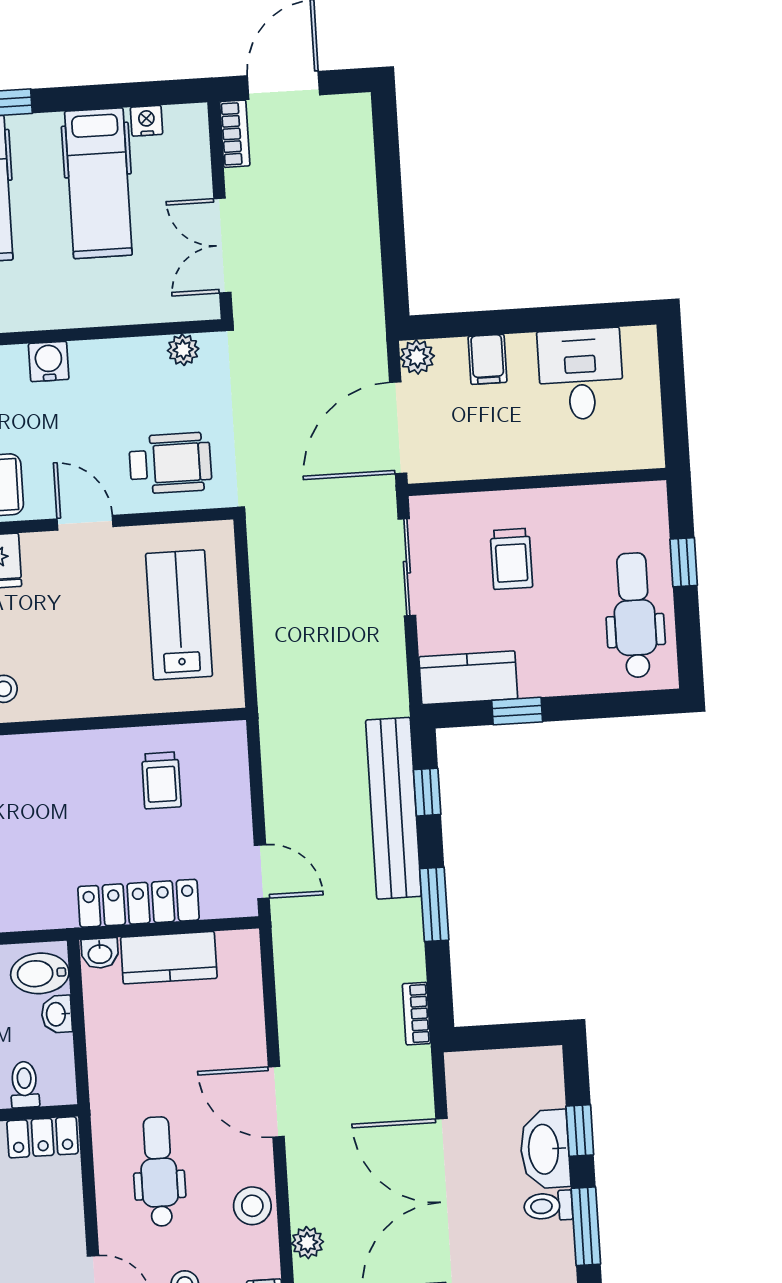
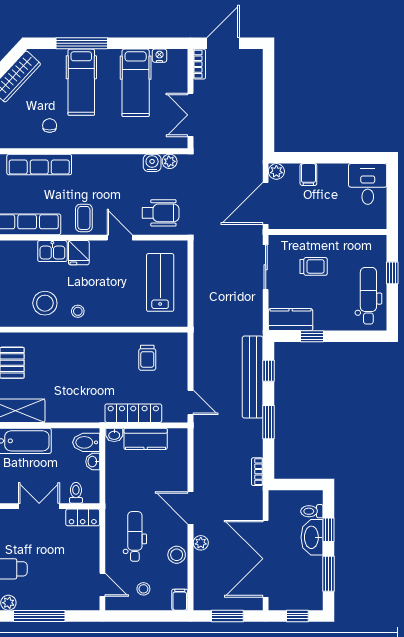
water cooler: (49, 361) -> (152, 163), moved
desk: (581, 374) -> (368, 184), moved
trolley: (511, 559) -> (314, 266), turned -90
toilet: (548, 1206) -> (312, 511), moved
plant: (307, 1243) -> (201, 543), moved

